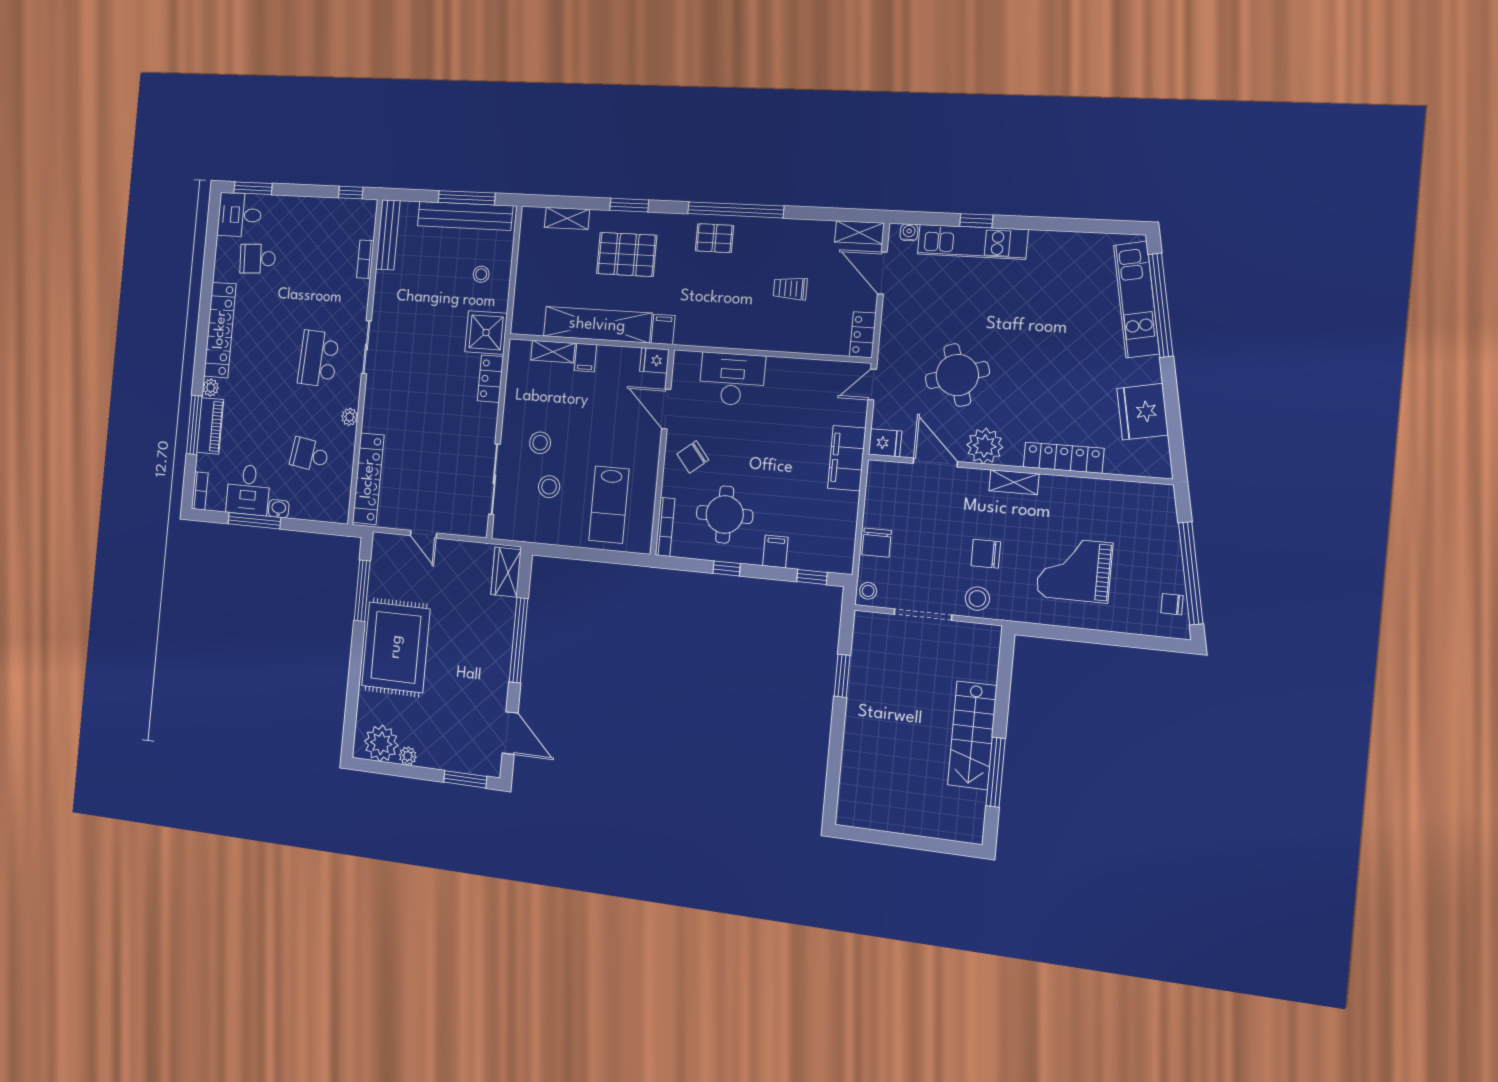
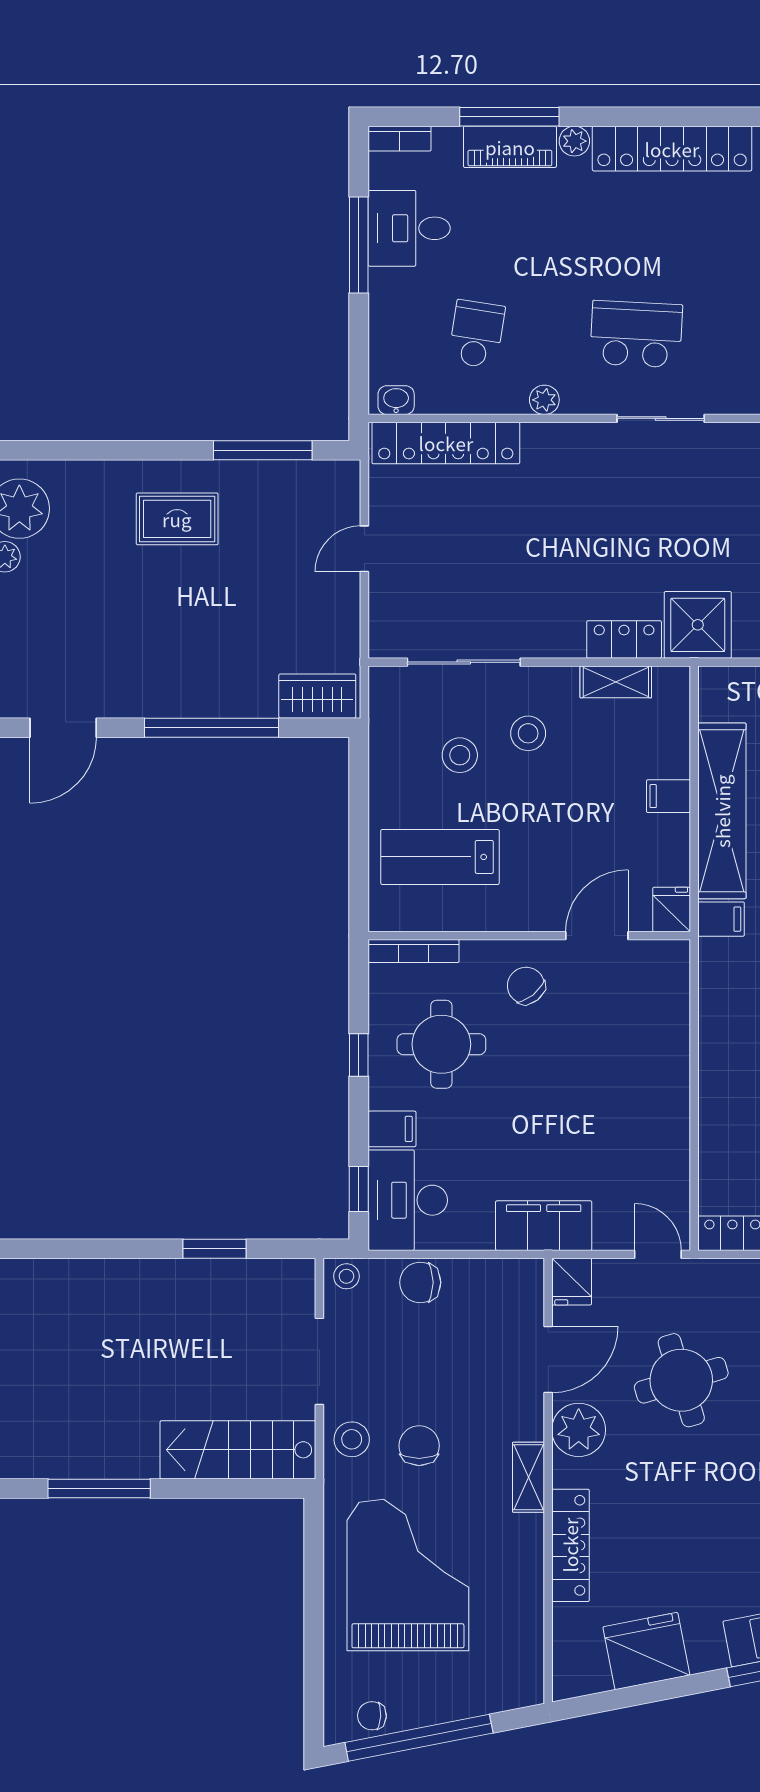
shelving: (553, 352) -> (616, 682), moved, turned 90
desk: (732, 379) -> (408, 1200), moved, turned 180
washbasin: (279, 509) -> (396, 400), moved, turned -90
grand piano: (1074, 570) -> (408, 1575), width x1.37, depth x1.48
chair: (1172, 604) -> (372, 1716), turned -87
rug: (396, 647) -> (177, 519), width x0.54, depth x0.49
stairs: (972, 735) -> (238, 1450), moved

